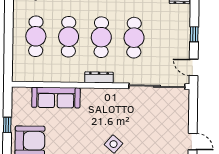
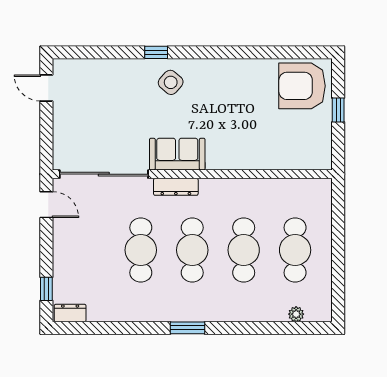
window: (194, 34) -> (46, 289), moved
dresser: (99, 77) -> (176, 187), moved
sofa: (56, 98) -> (177, 154), moved, width x0.73

